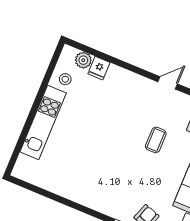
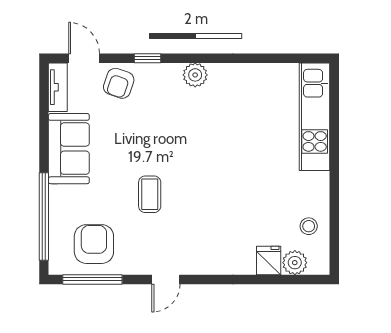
kitchen unit: (43, 122) -> (315, 117), moved
plant: (97, 202) -> (195, 75), added

